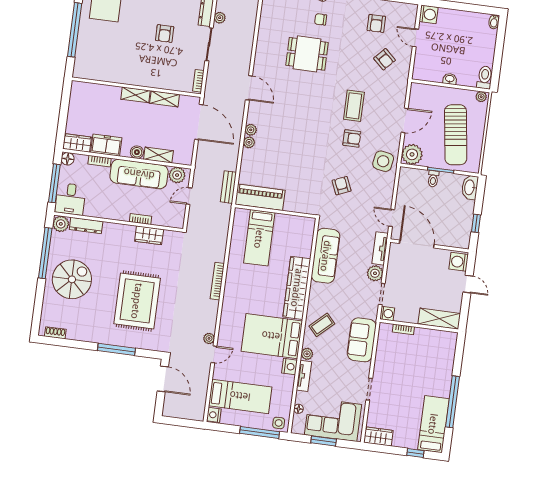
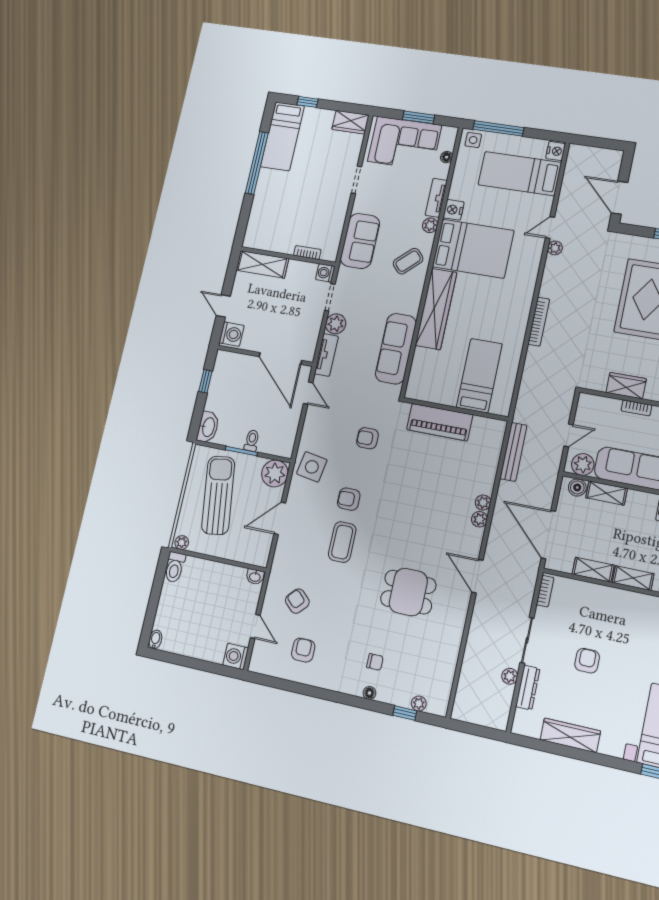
dining table: (307, 54) -> (408, 592), moved
washbasin: (450, 79) -> (255, 577), moved
boiler: (137, 152) -> (577, 487), moved
armchair: (342, 186) -> (367, 438), turned 113
bench: (228, 187) -> (513, 452), width x1.36
piano: (260, 197) -> (440, 422), moved

